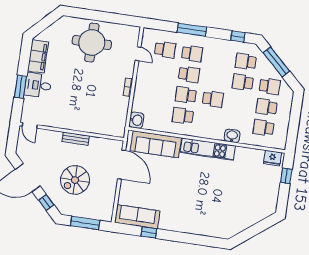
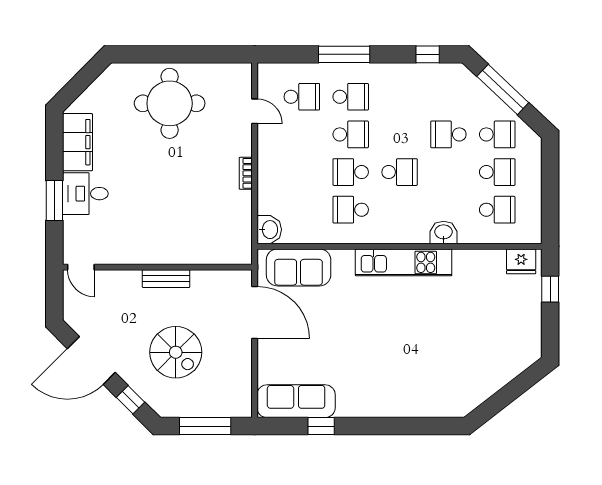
school desk: (246, 62) -> (448, 97), removed
school desk: (267, 107) -> (497, 172), turned 180
school desk: (264, 128) -> (497, 210), turned 180
sofa: (156, 144) -> (299, 267), width x0.73
spiral stairs: (75, 180) -> (176, 352), turned -90

